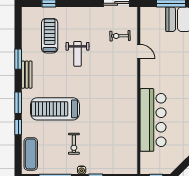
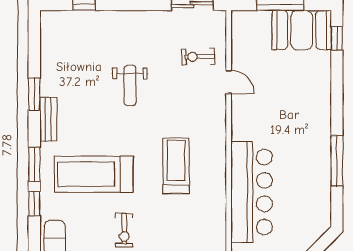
treadmill: (50, 36) -> (176, 166), moved

